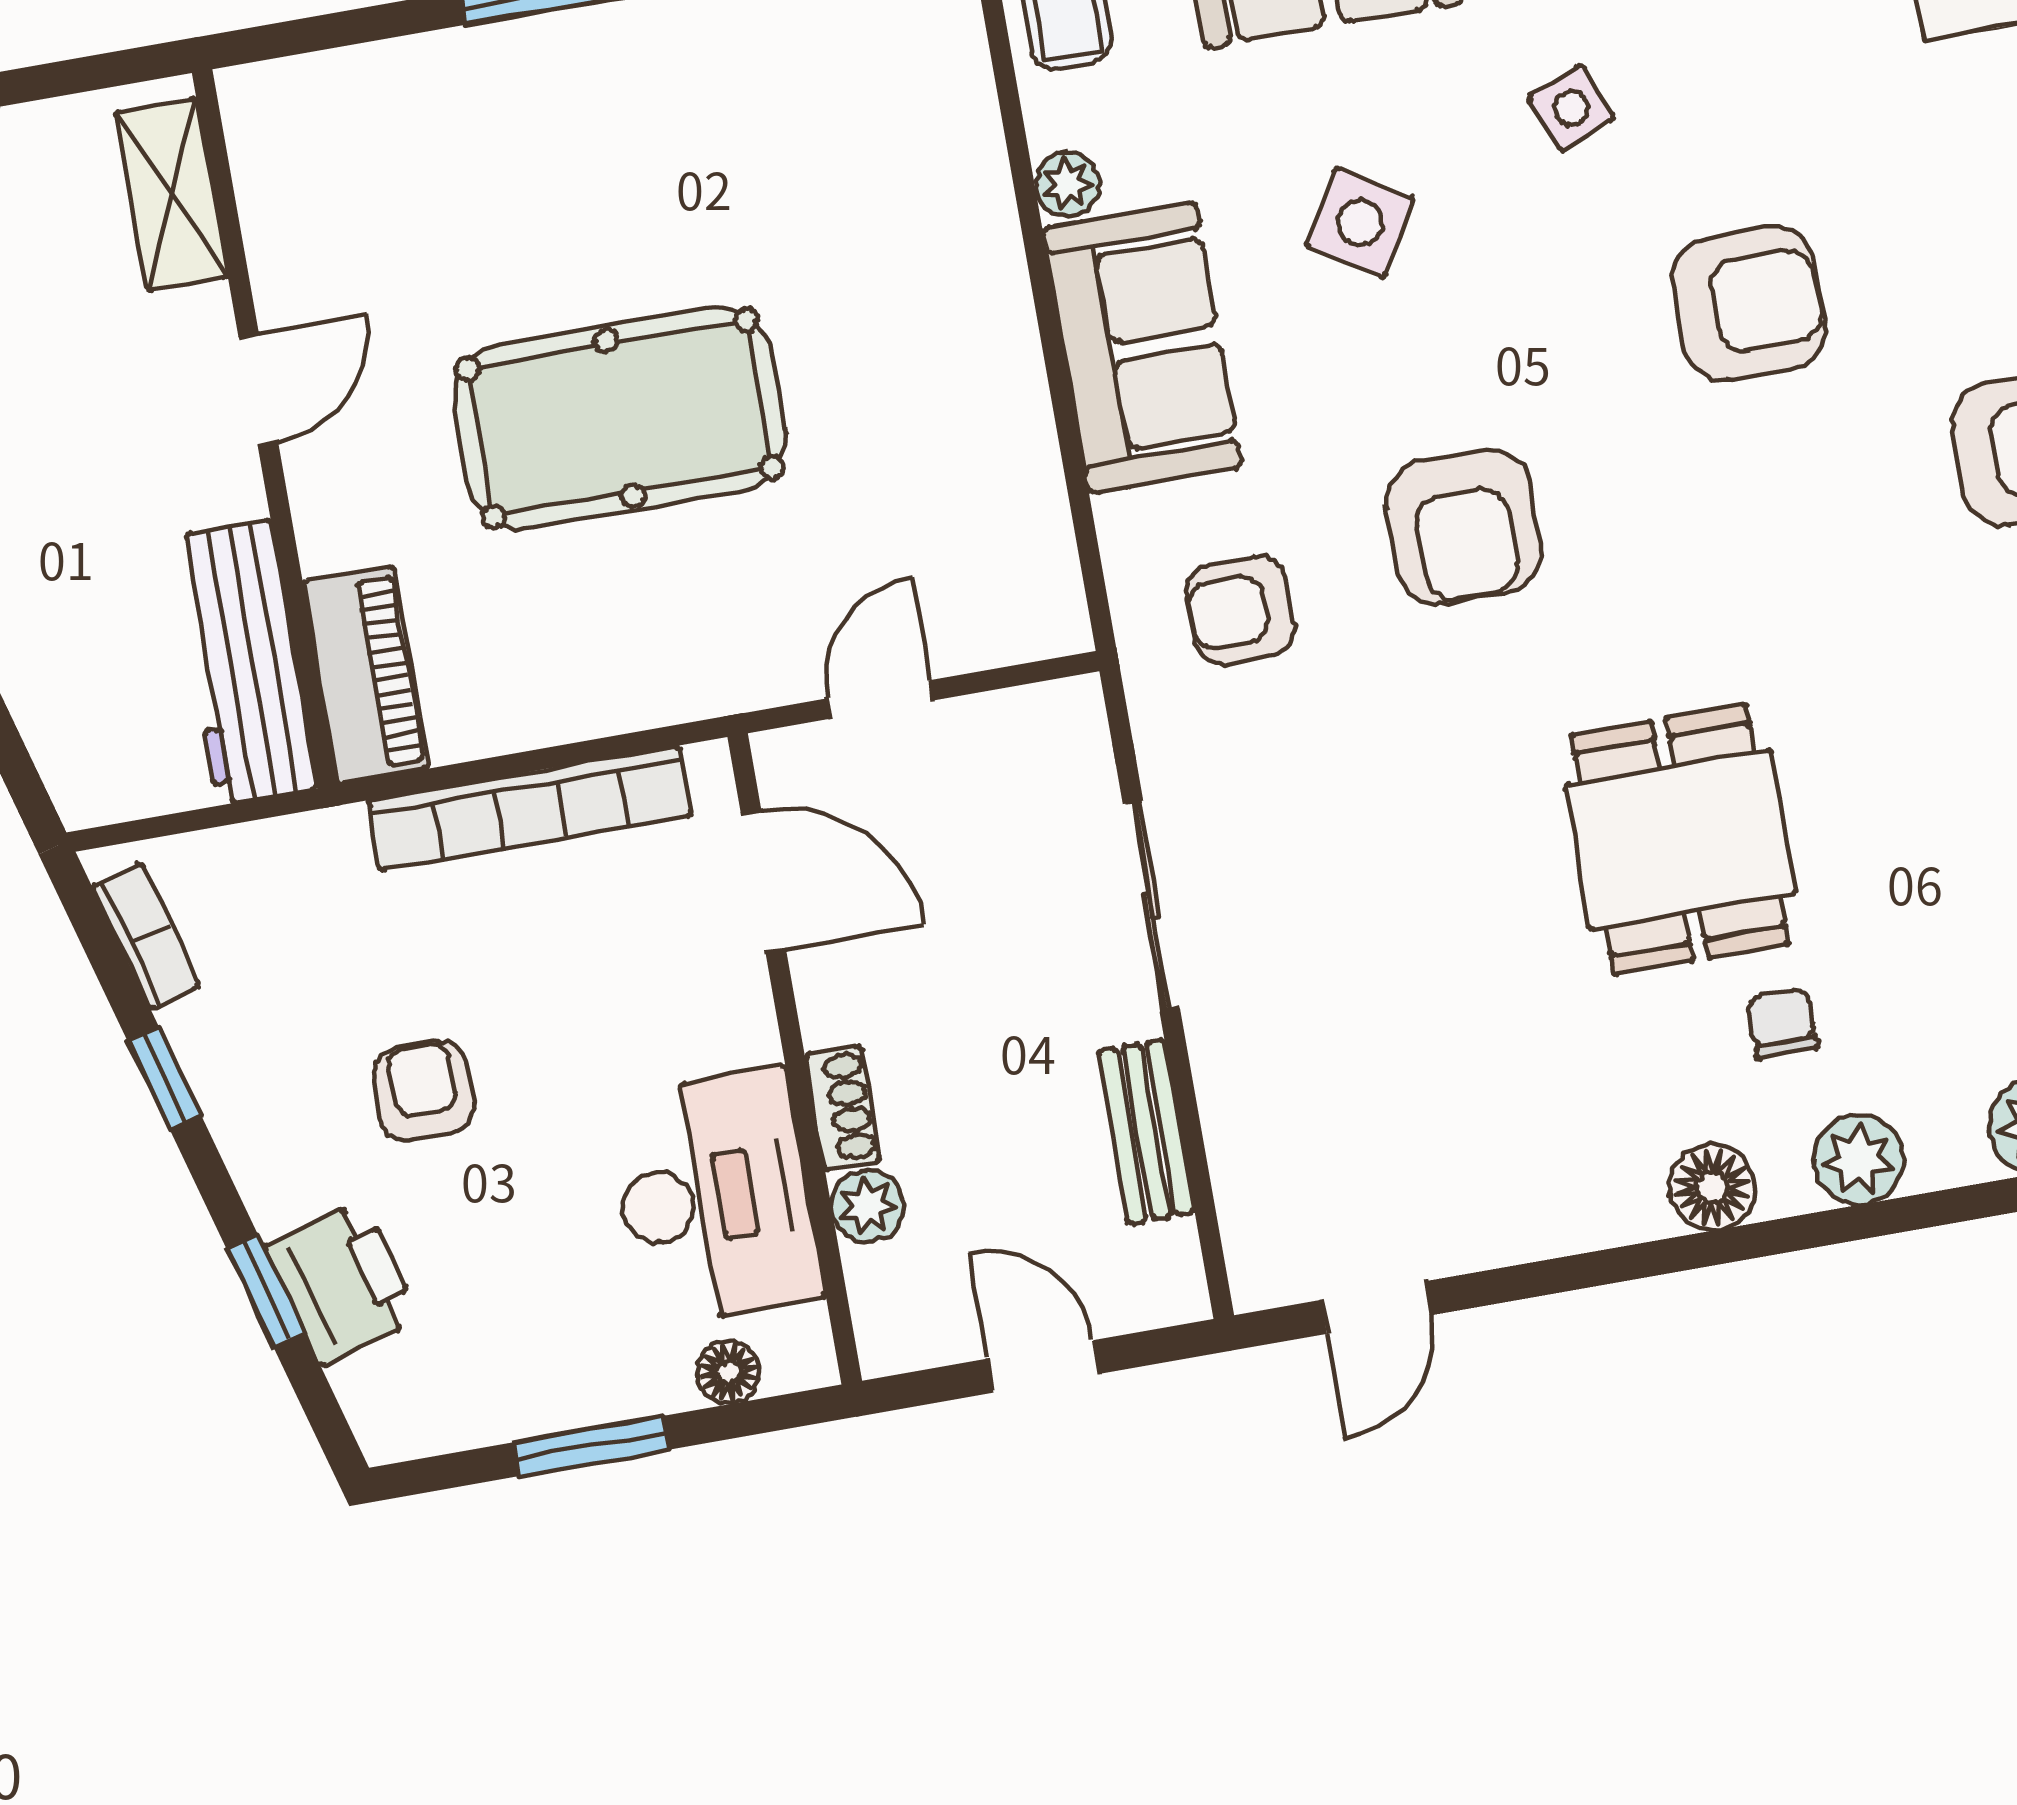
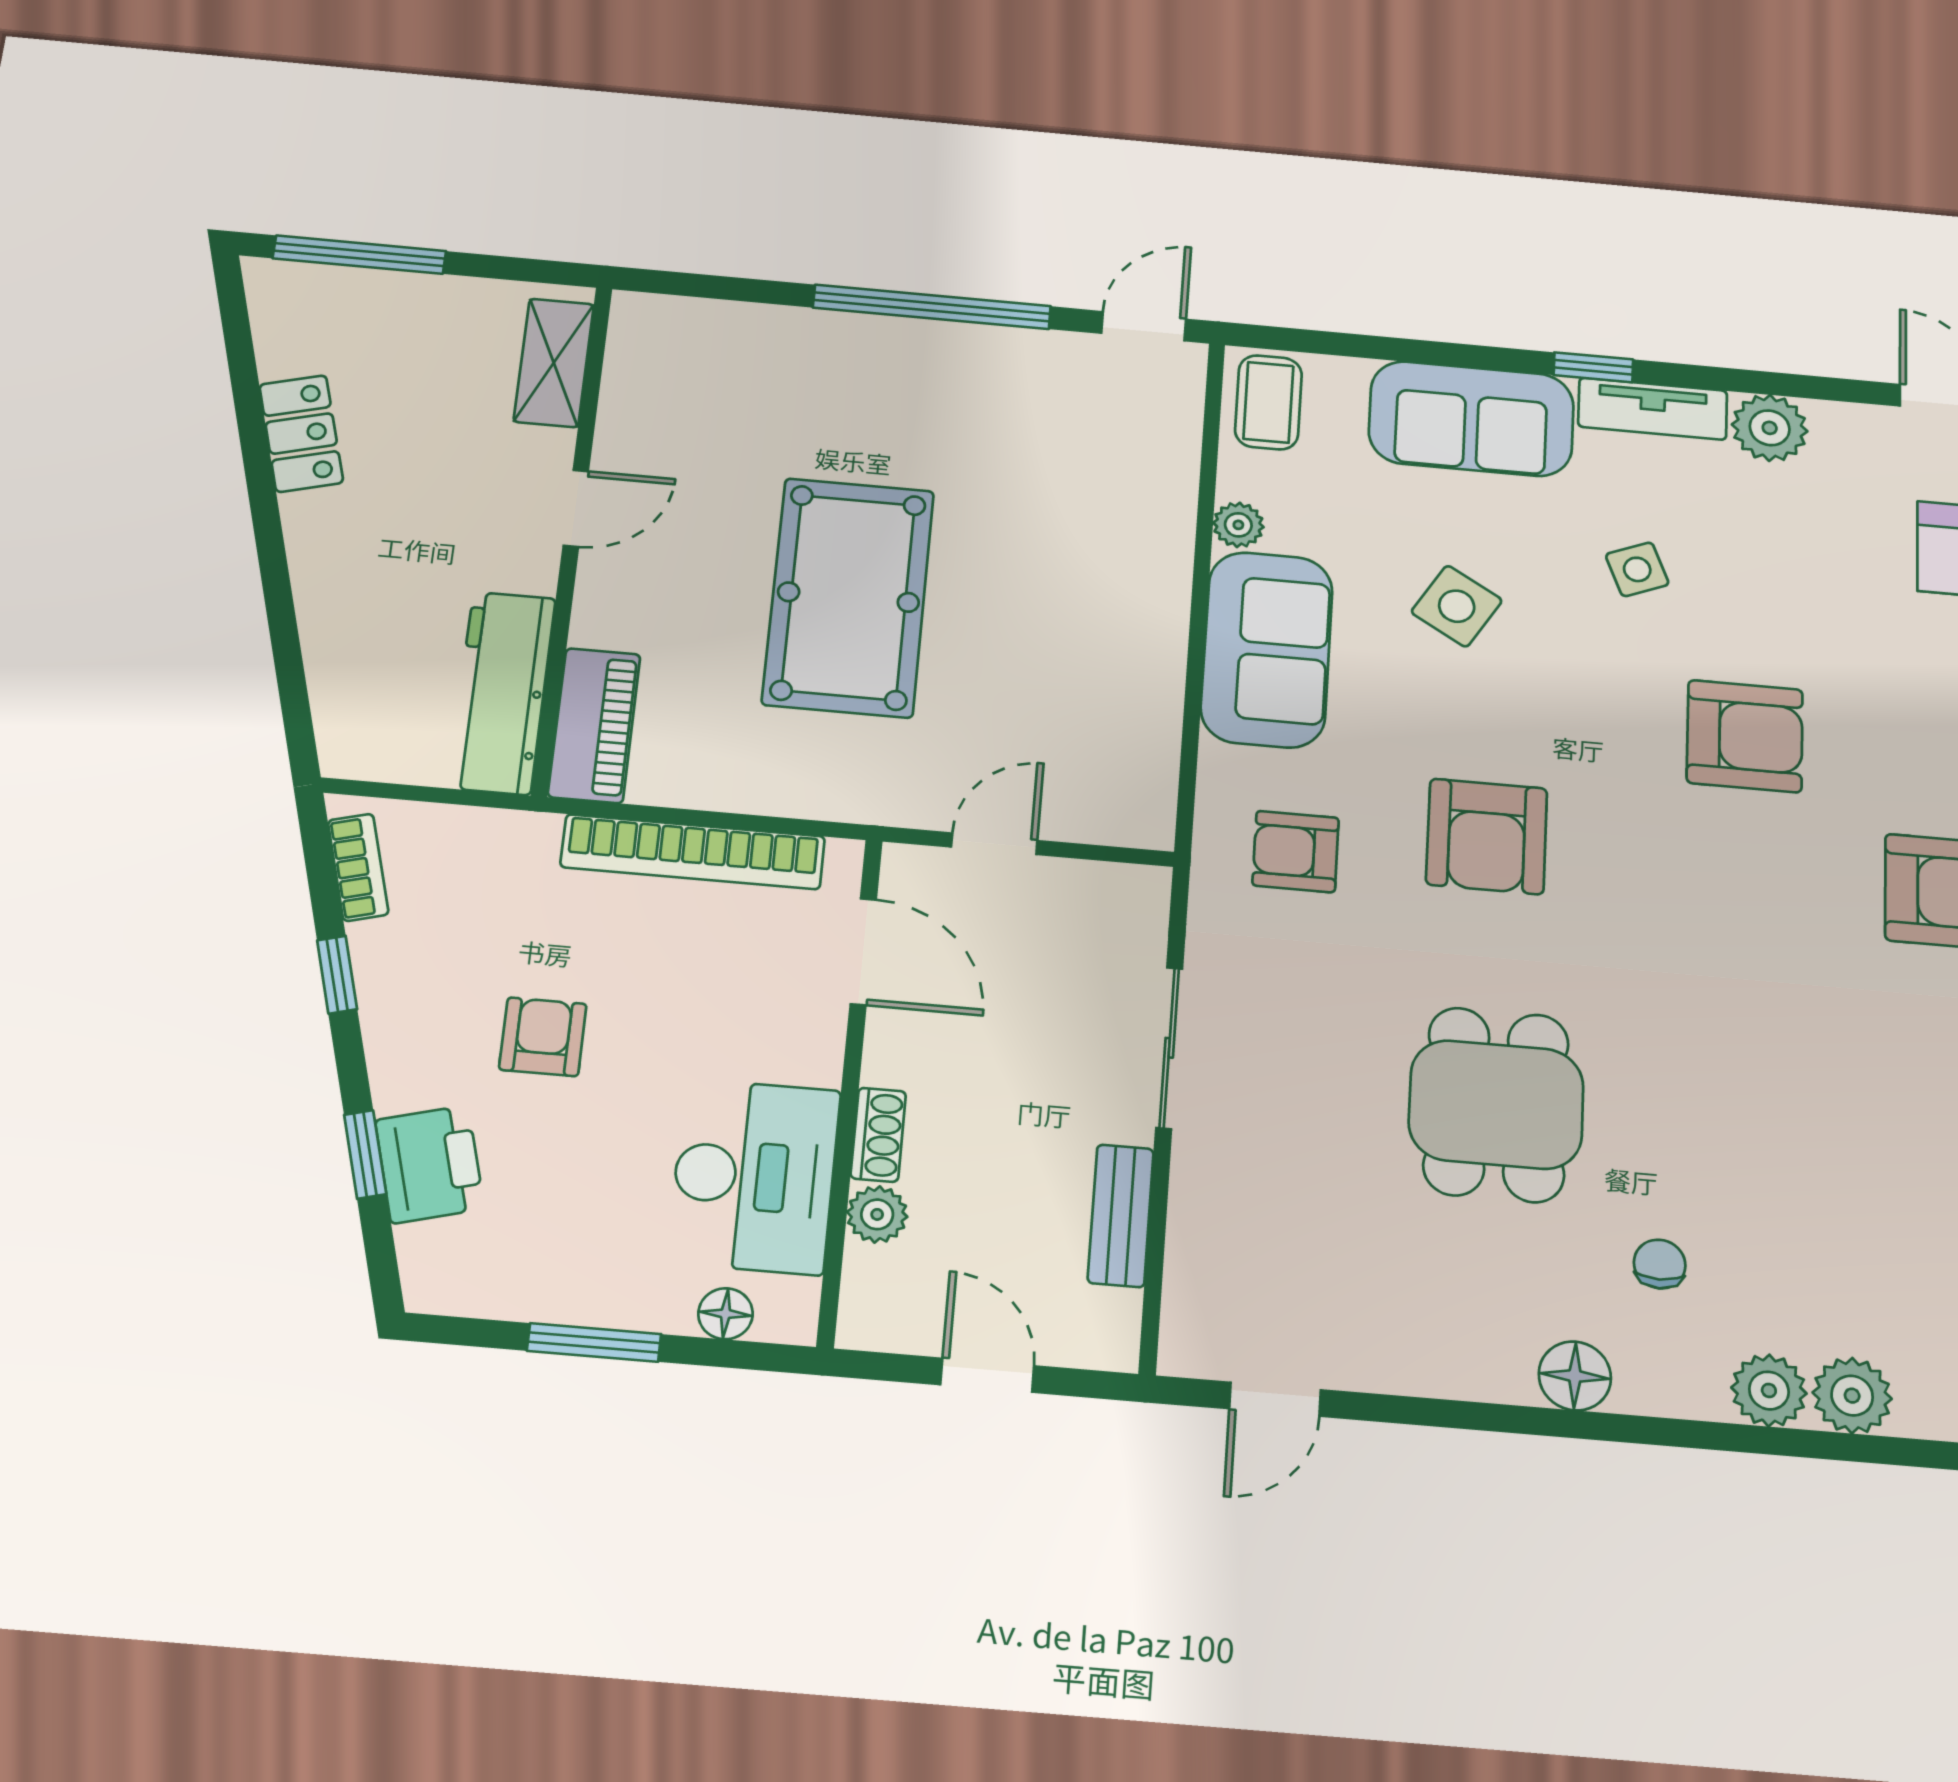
pool table: (620, 418) -> (848, 597), turned 90
dining table: (1680, 839) -> (1496, 1104), moved
plant: (1859, 1159) -> (1769, 1390), moved

